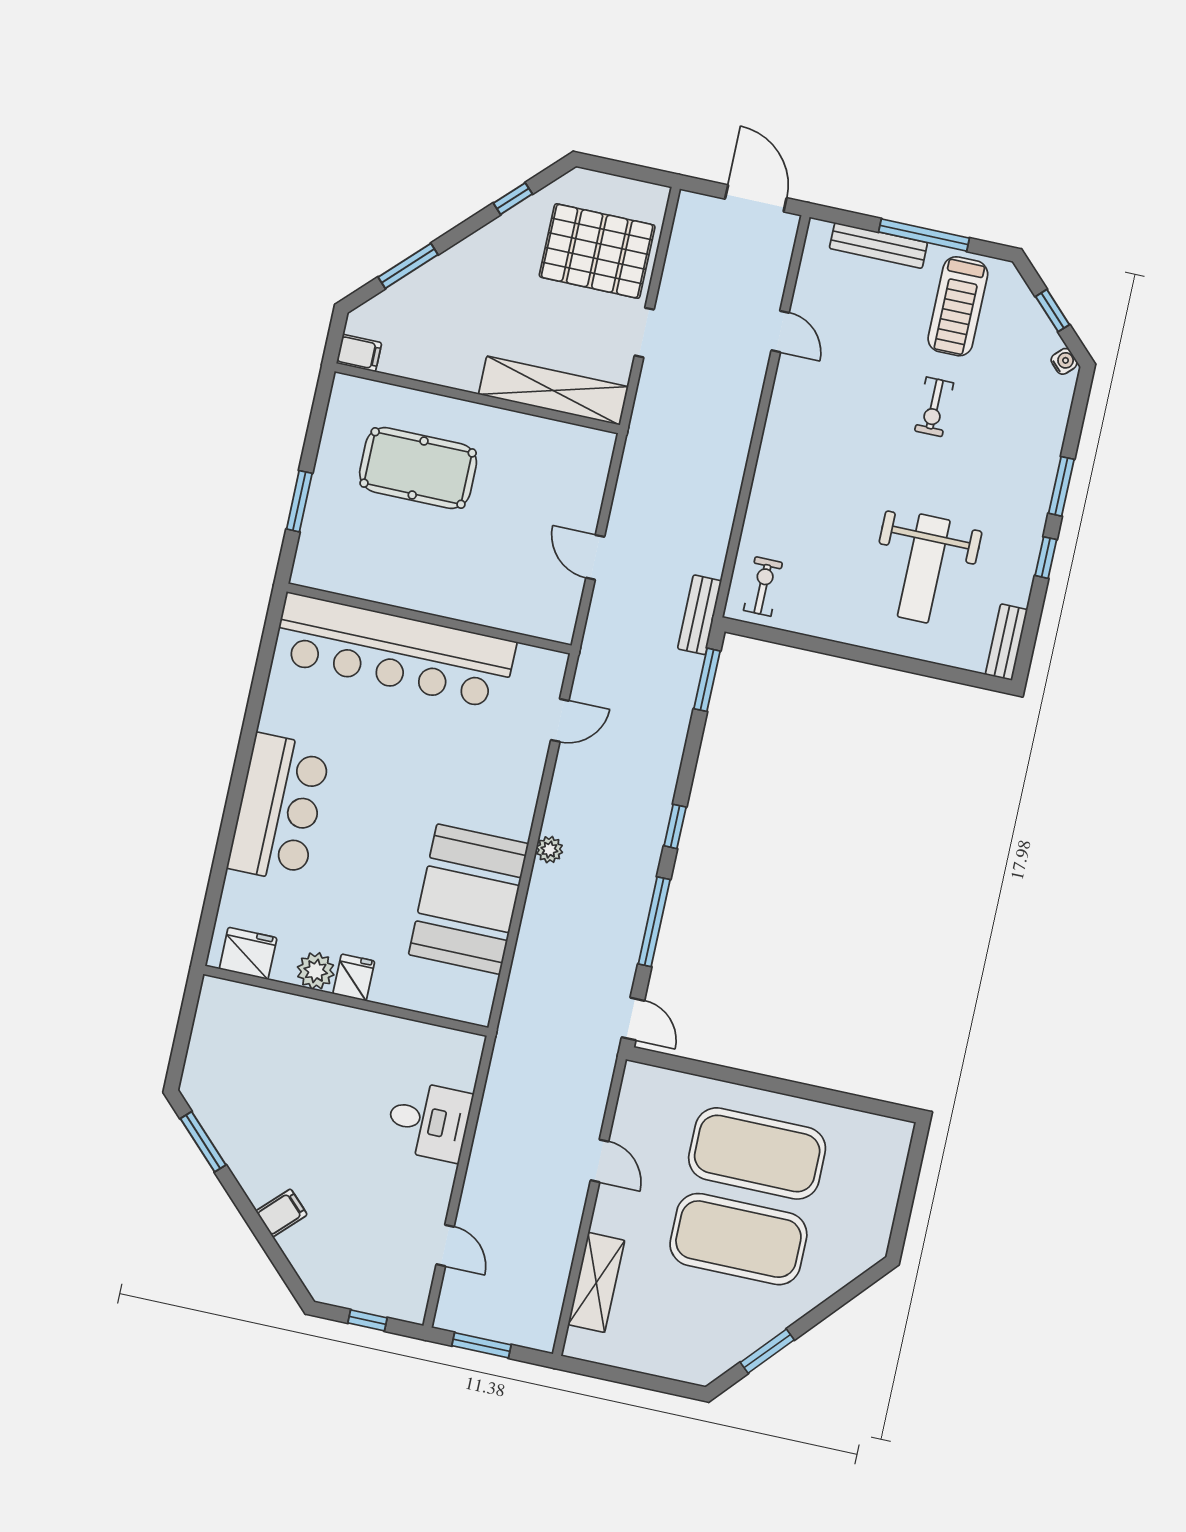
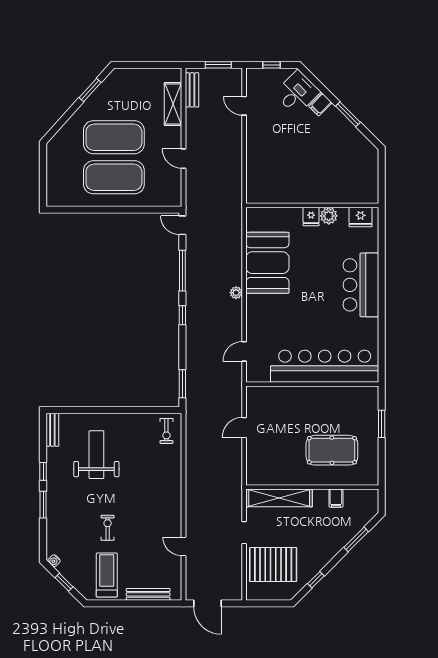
window: (924, 235) -> (129, 603), removed
filing cabinet: (359, 353) -> (336, 498), moved, turned -90
door: (595, 557) -> (244, 428), swing flipped
bench: (700, 615) -> (192, 90), moved
desk: (429, 1121) -> (297, 93), moved, turned 135
window: (203, 1142) -> (348, 114), moved

